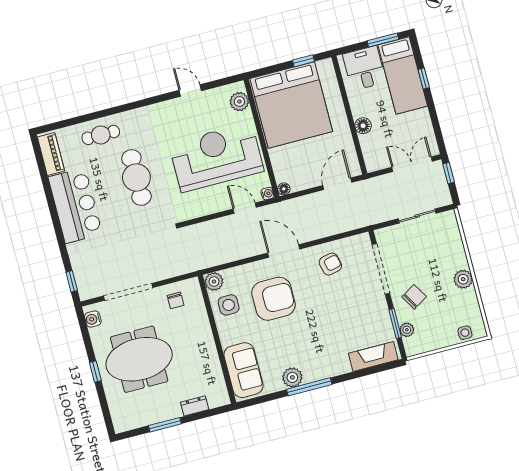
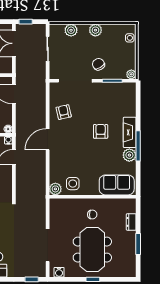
plant: (454, 243) -> (71, 30), added
armchair: (273, 299) -> (101, 131), moved, width x0.53, depth x0.53
chair: (176, 300) -> (92, 215), moved
plant: (407, 330) -> (131, 74), moved
fireplace: (373, 357) -> (130, 132), moved

